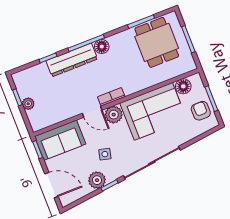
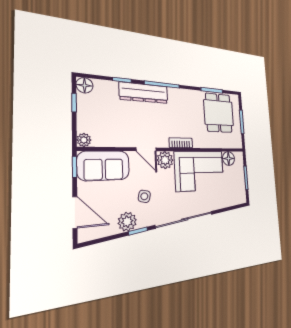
floor lamp: (102, 47) -> (85, 85), moved
bookcase: (111, 97) -> (181, 143), moved
plant: (28, 104) -> (84, 140), moved
armchair: (201, 111) -> (236, 185), removed

